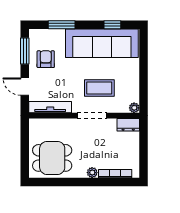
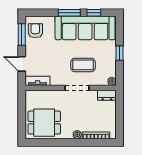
window: (62, 25) -> (69, 13), moved
armchair: (46, 59) -> (35, 31), moved
window: (144, 74) -> (119, 53), added
tv unit: (50, 107) -> (38, 81), width x0.71

